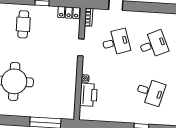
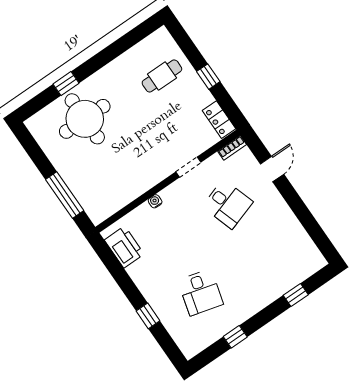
desk: (153, 45) -> (260, 251), removed
printer: (88, 95) -> (124, 247), moved, turned -90

